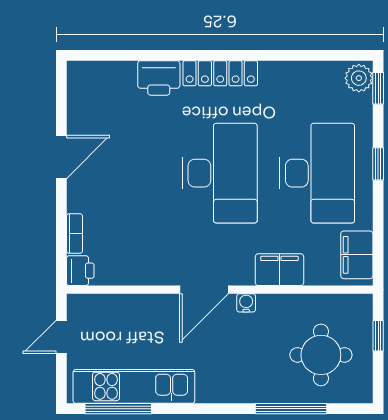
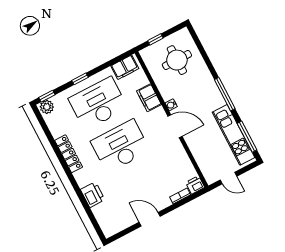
locker: (220, 73) -> (69, 154), moved
window: (291, 409) -> (225, 94), moved

